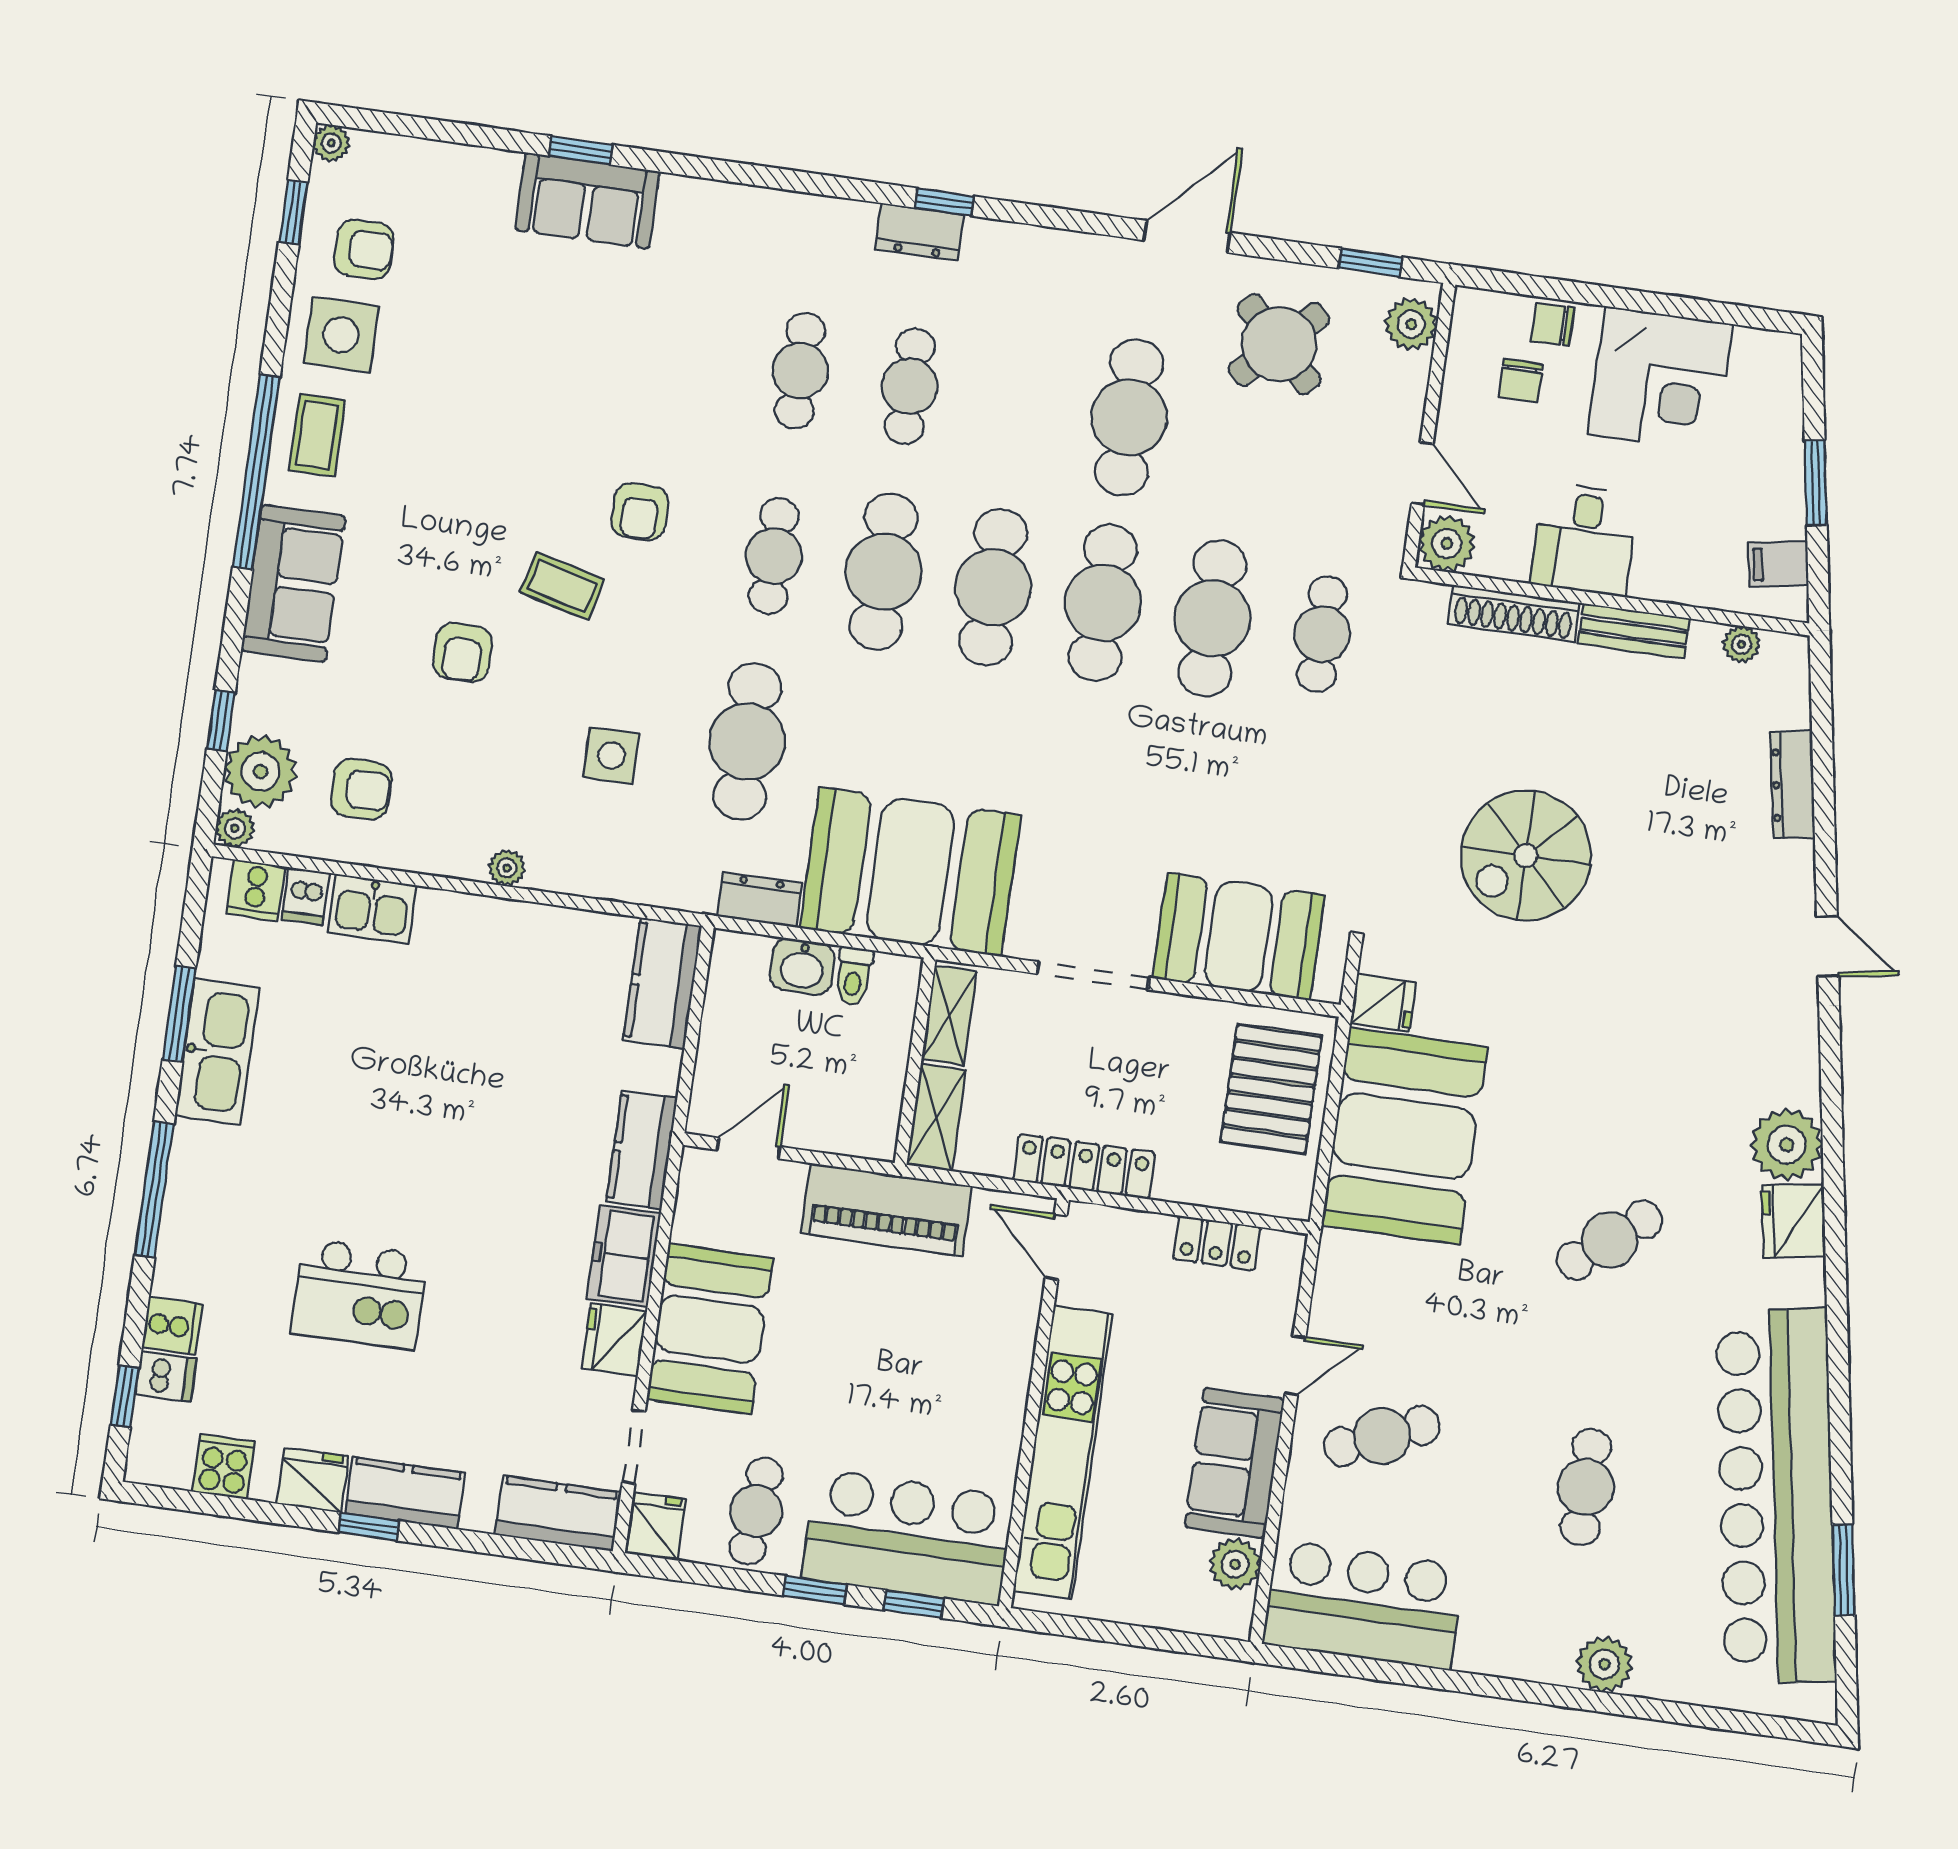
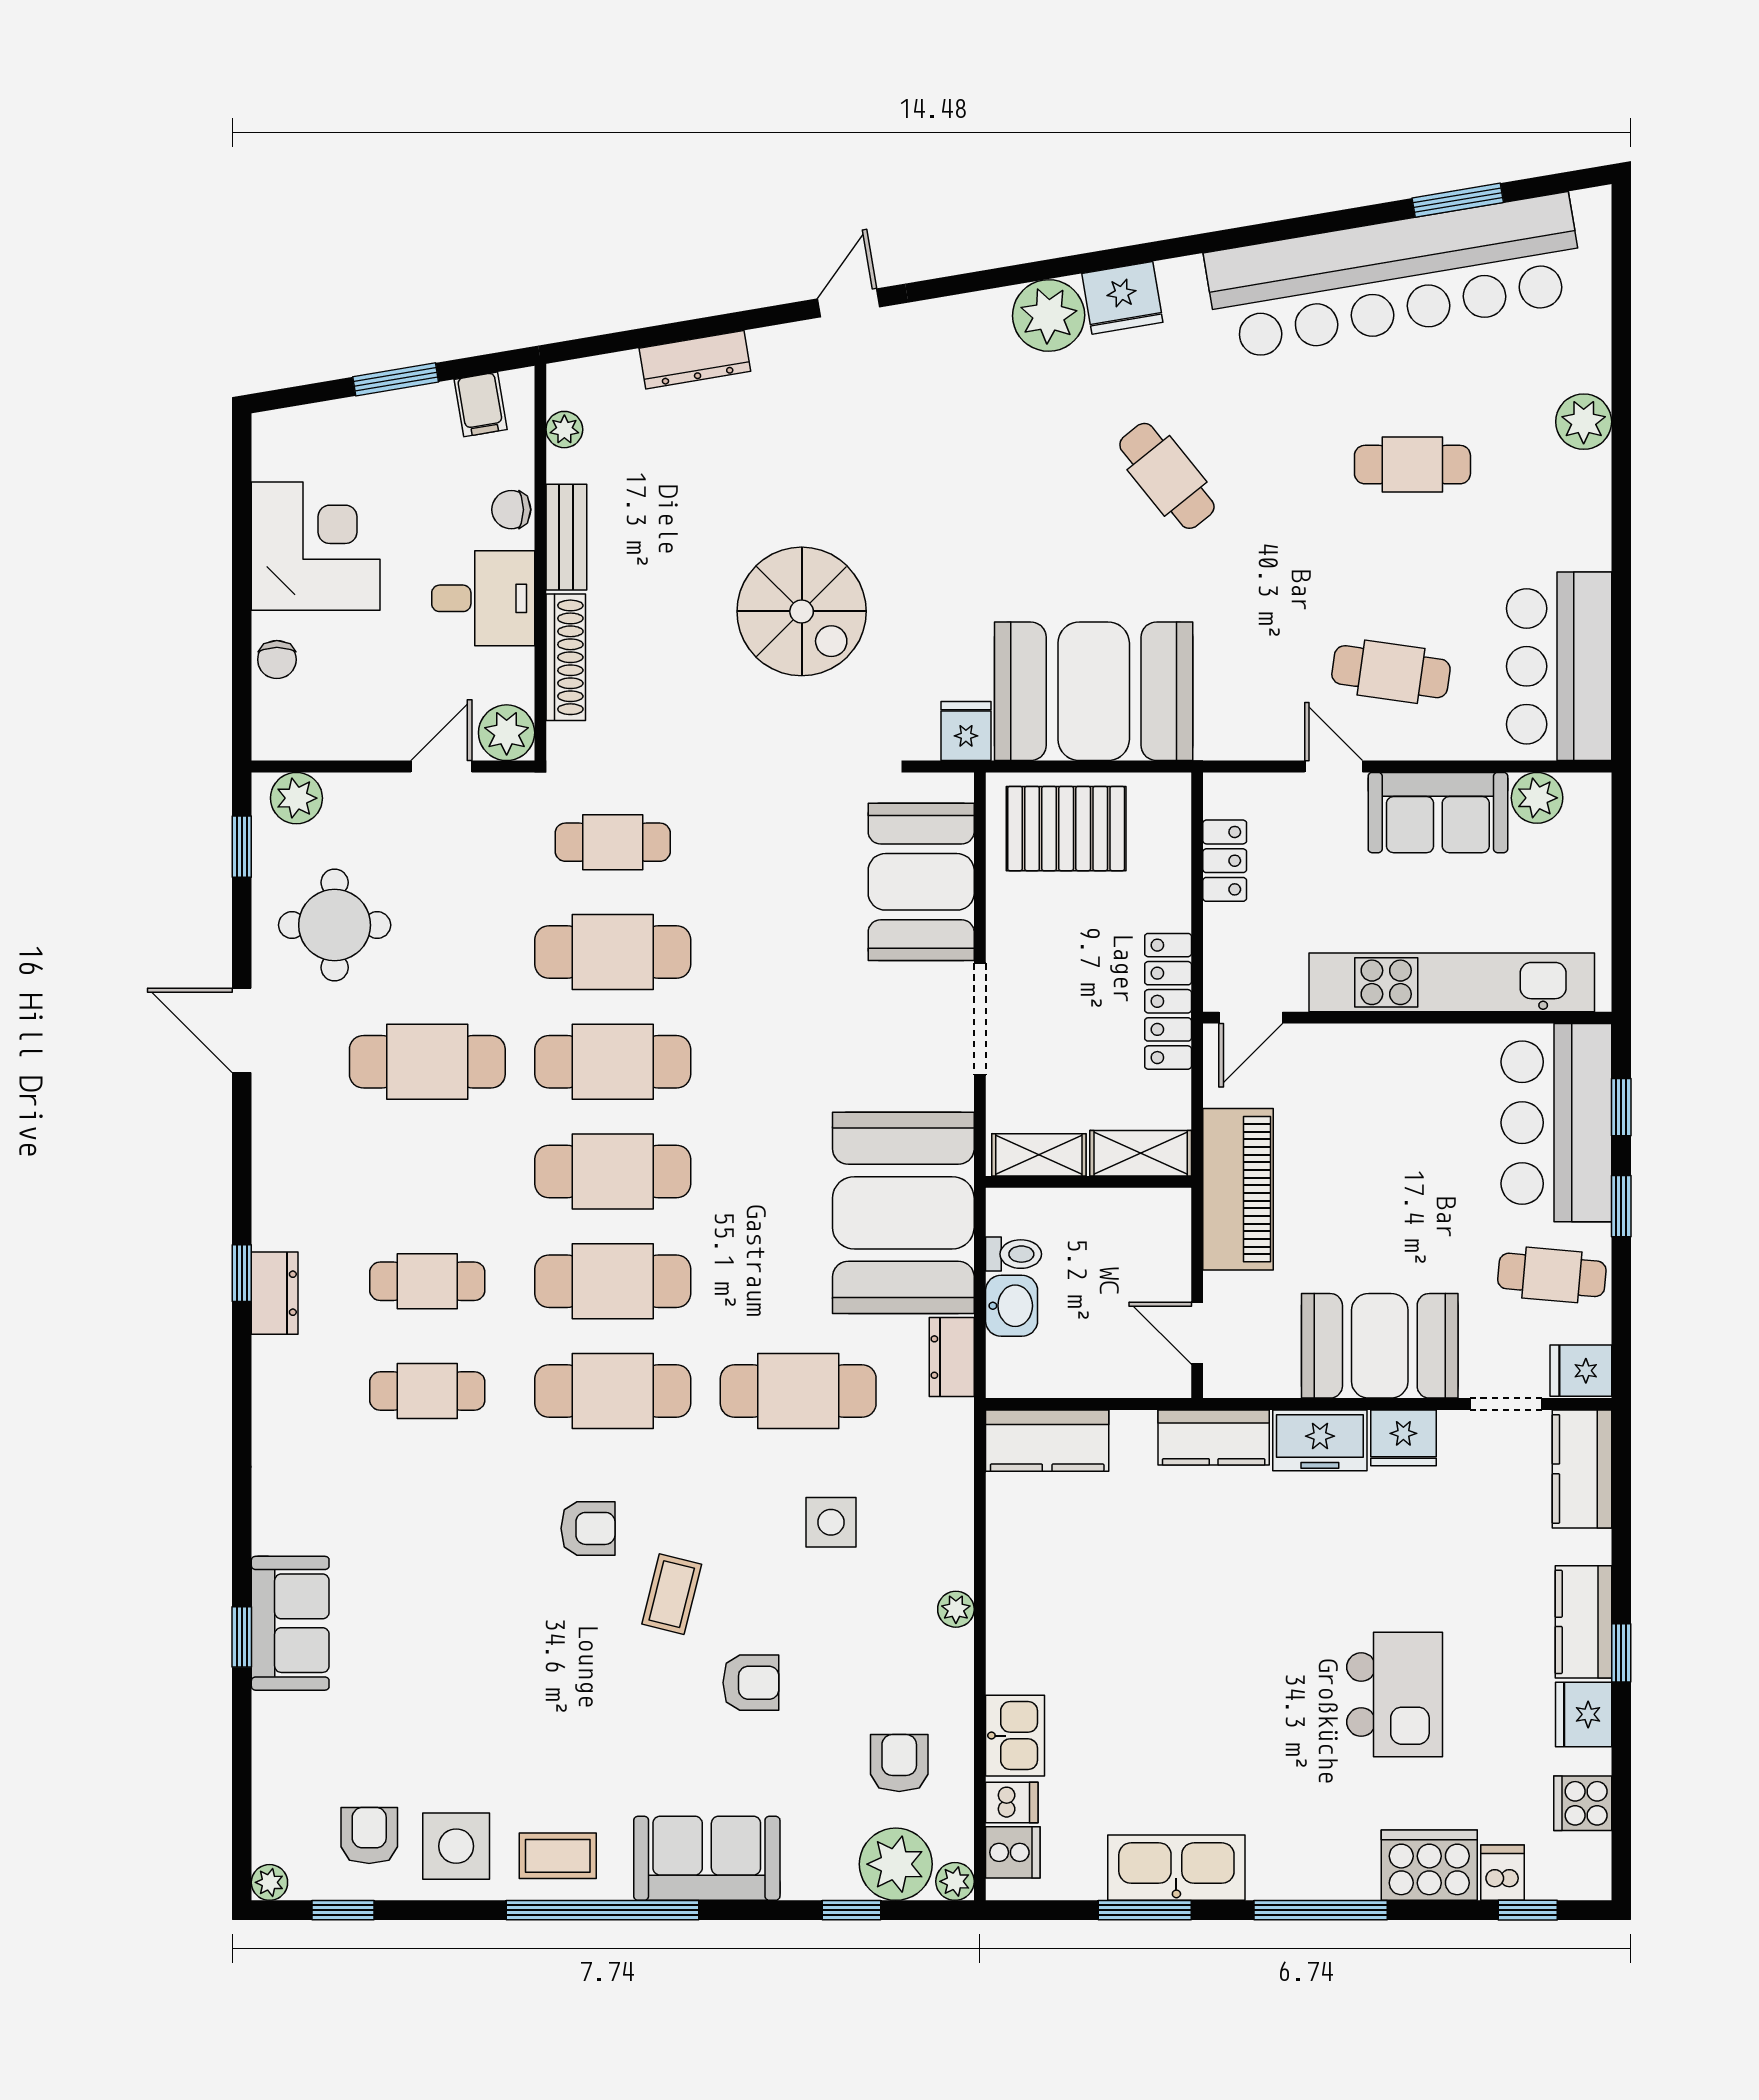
round table: (1279, 344) -> (335, 925), turned 45
chair: (1521, 381) -> (511, 510), moved, turned 180
cafe table: (774, 556) -> (613, 1391), width x1.37, depth x1.35
cooker: (172, 1326) -> (1429, 1865), width x1.87, depth x1.31
cafe table: (1382, 1436) -> (1391, 672), turned -59

